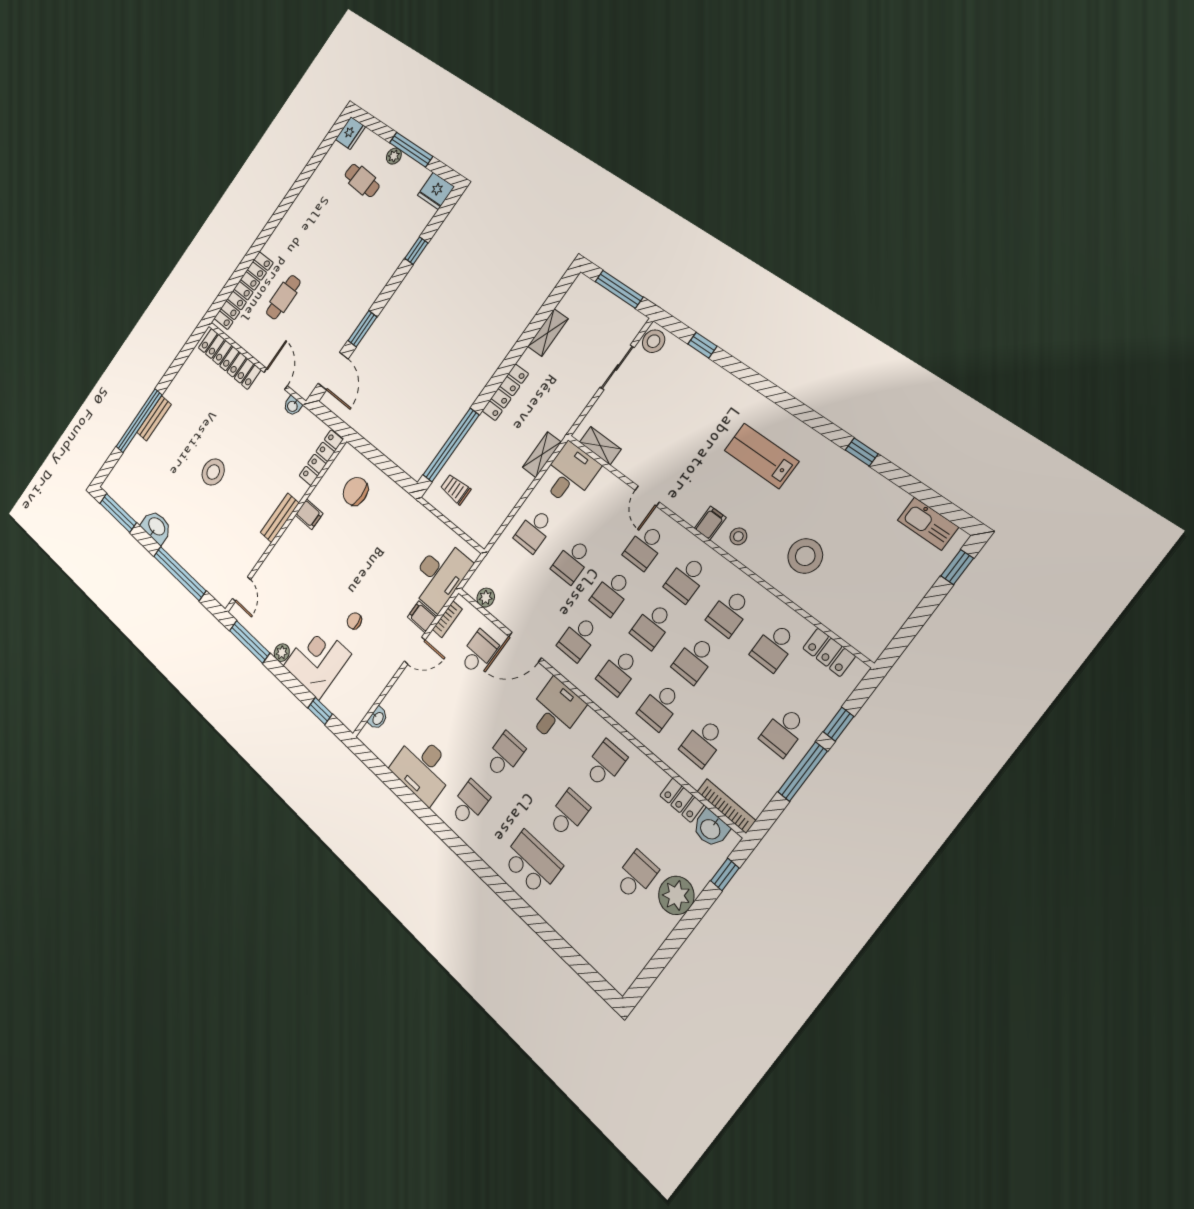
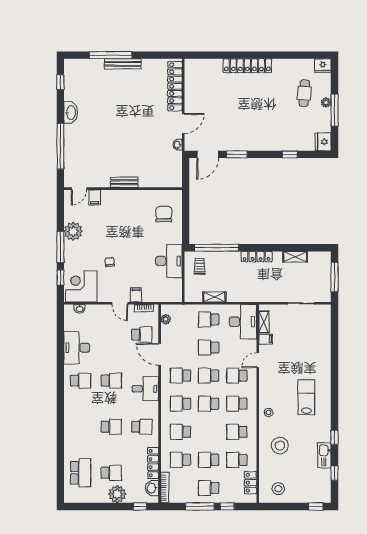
locker: (243, 291) -> (247, 66), moved
cafe table: (283, 297) -> (223, 94), removed
stool: (654, 341) -> (278, 489), moved
window: (702, 345) -> (334, 473), moved
bench: (154, 418) -> (123, 64), width x1.36
shelving: (542, 455) -> (214, 297), moved
locker: (321, 458) -> (166, 182), removed
stool: (213, 472) -> (118, 124), removed
desk: (570, 474) -> (243, 322), width x1.37
window: (118, 513) -> (60, 82), width x0.46
filing cabinet: (309, 514) -> (95, 197), moved
filing cabinet: (710, 523) -> (266, 339), moved
kitchen sink: (928, 524) -> (324, 455), moved
desk: (440, 575) -> (169, 261), moved, turned -90
window: (250, 642) -> (60, 247), moved
plant: (282, 653) -> (73, 231), width x1.88, depth x1.88
corner desk: (317, 660) -> (81, 286), moved, turned -90
school desk: (694, 660) -> (209, 460), moved
locker: (682, 800) -> (153, 463), width x1.53
school desk: (532, 863) -> (81, 473), moved

